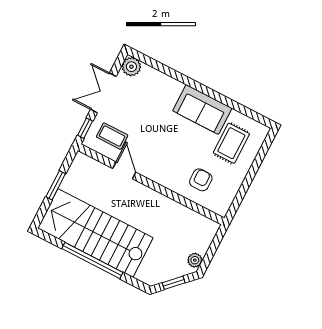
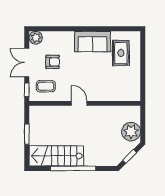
door: (124, 170) -> (79, 103), moved
armchair: (201, 180) -> (53, 62), moved, turned 90
stairs: (95, 233) -> (56, 156), width x0.73, depth x0.66
plant: (195, 260) -> (131, 132), width x1.87, depth x1.87

